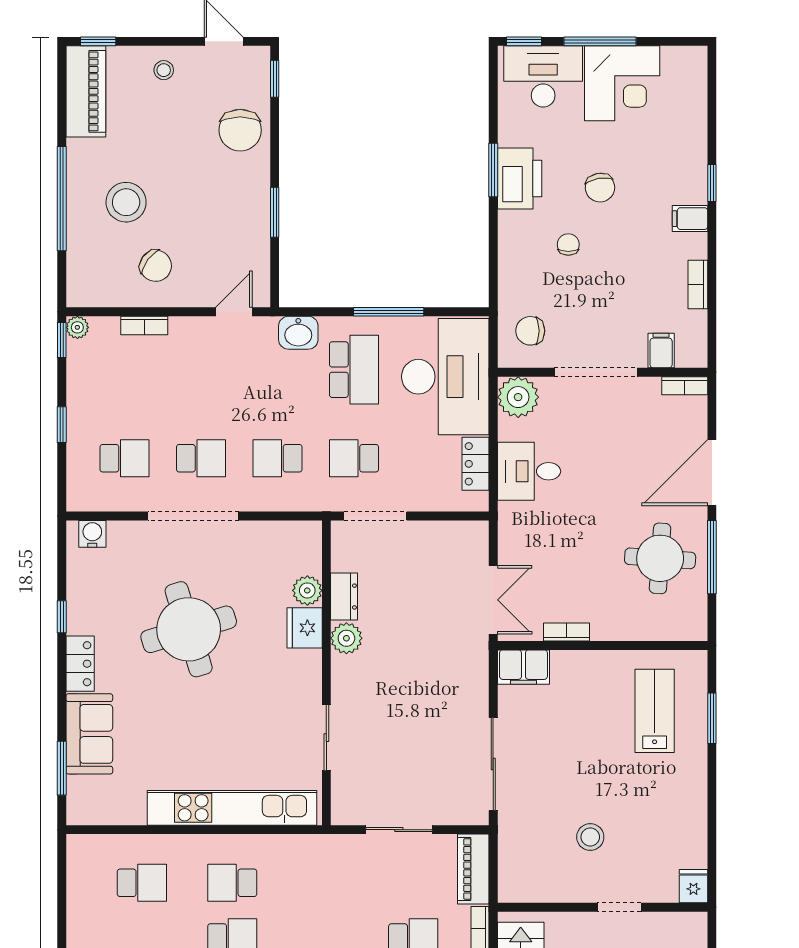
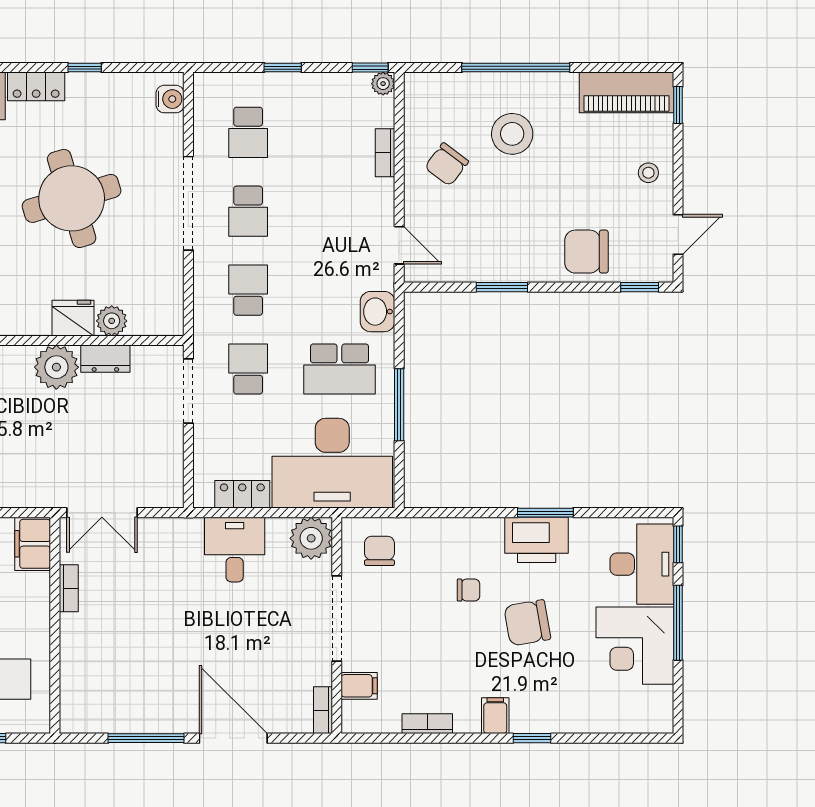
chair: (600, 188) -> (527, 623), width x1.37, depth x1.37
round table: (660, 558) -> (145, 685), removed
plant: (346, 638) -> (56, 367), width x1.36, depth x1.36

